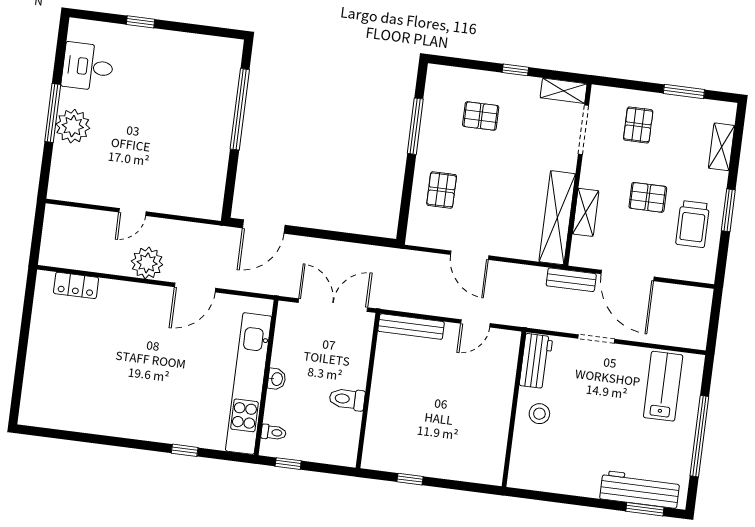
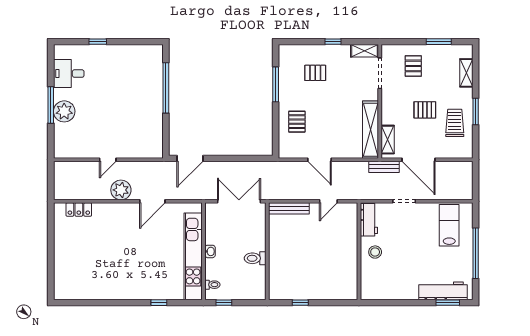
shelving: (586, 212) -> (388, 140), moved
trolley: (693, 224) -> (455, 123), turned 180

